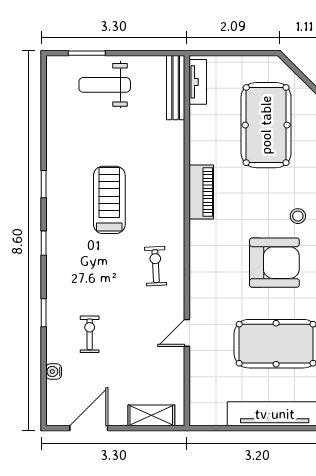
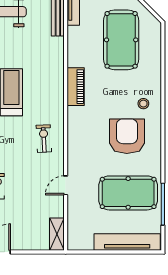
armchair: (274, 263) -> (127, 136), turned -90
shelving: (151, 415) -> (57, 234), moved, turned 90

